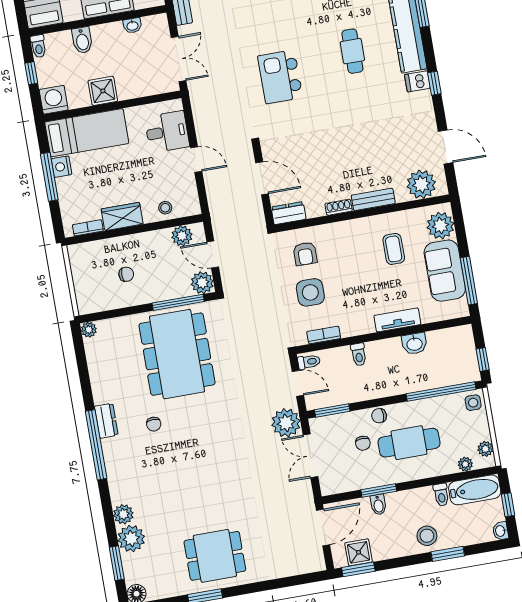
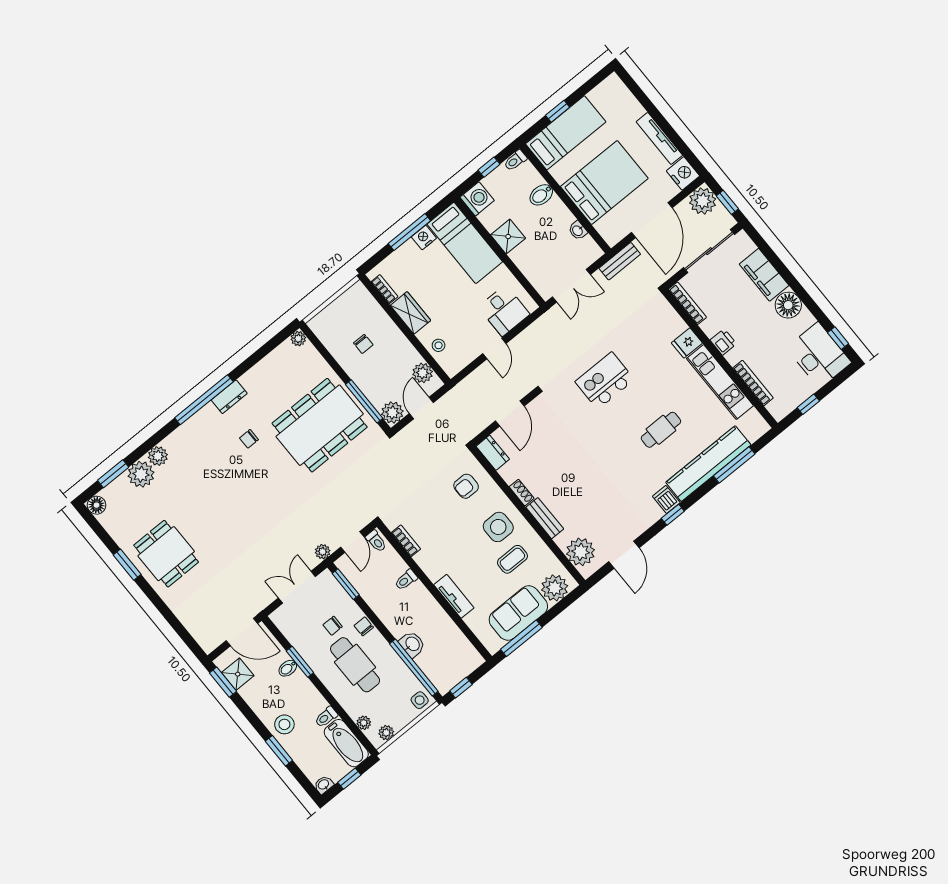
side table: (310, 292) -> (498, 527), moved
washbasin: (414, 344) -> (412, 644), moved, turned 180
plant: (286, 423) -> (323, 552), width x0.53, depth x0.53

